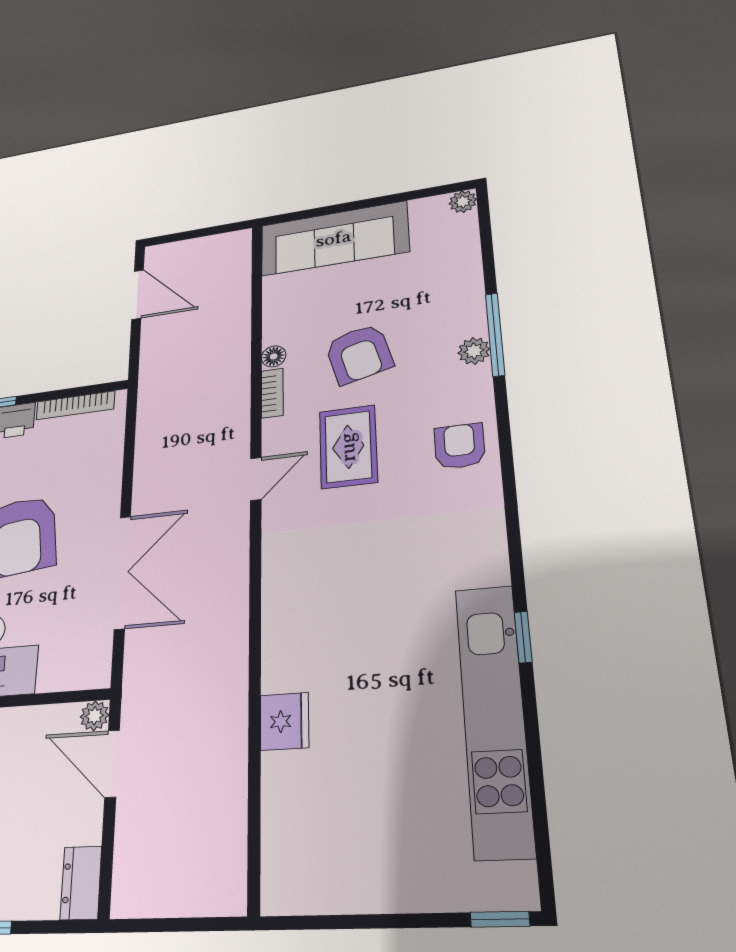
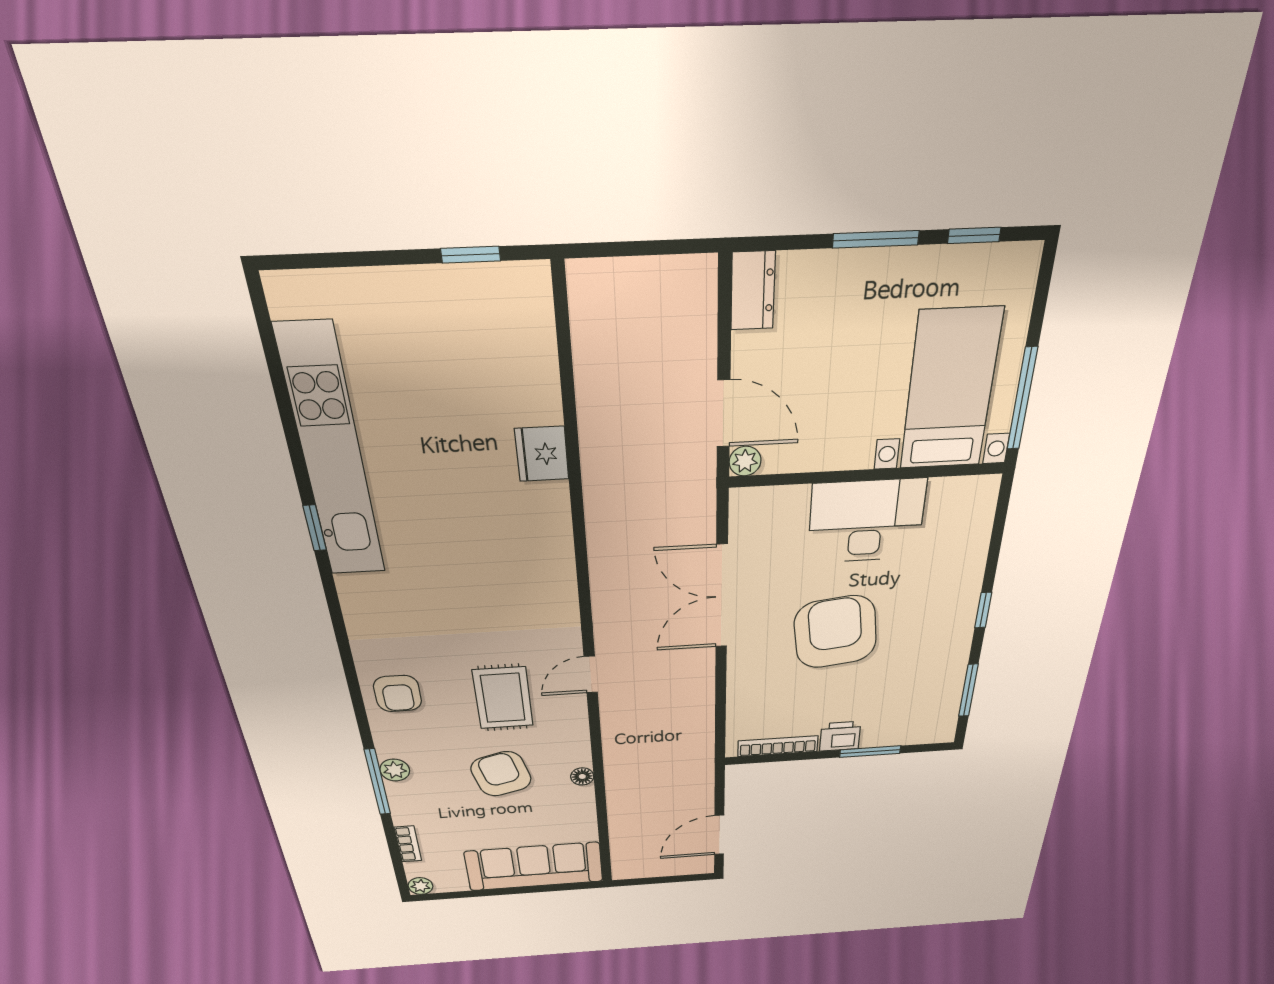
door: (138, 295) -> (719, 835), hinge flipped
bookcase: (272, 393) -> (408, 844), moved, turned 180
window: (500, 919) -> (471, 255), moved

